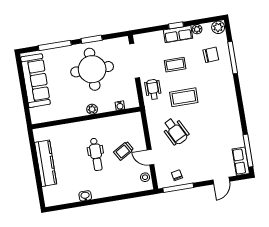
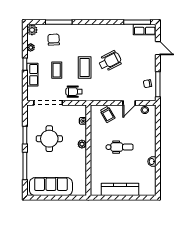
row of seats: (178, 34) -> (32, 75), moved
round table: (92, 69) -> (49, 139), width x0.73, depth x0.73
wheelchair: (175, 131) -> (110, 61), moved
trolley: (124, 151) -> (107, 114), moved

